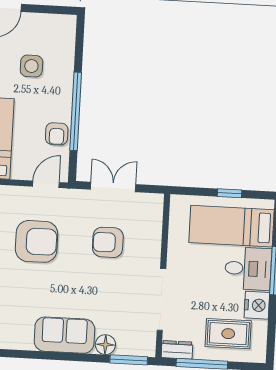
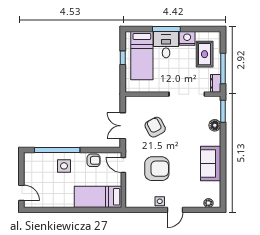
side table: (31, 66) -> (64, 166), moved
window: (76, 111) -> (57, 150), moved
armchair: (37, 241) -> (157, 169), turned 90
armchair: (108, 242) -> (155, 127), turned 152
sofa: (64, 335) -> (211, 164), moved

